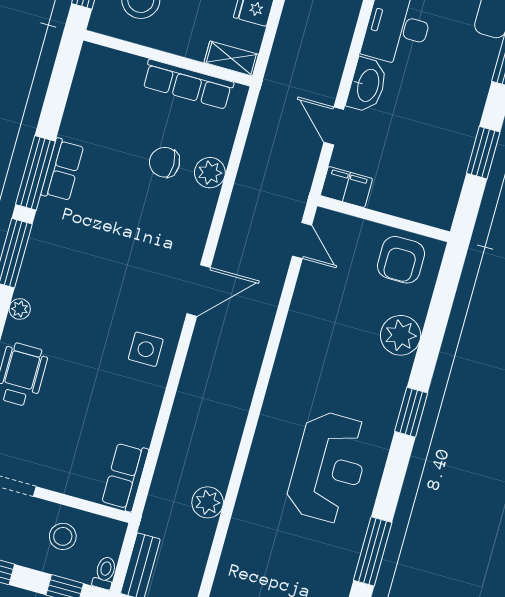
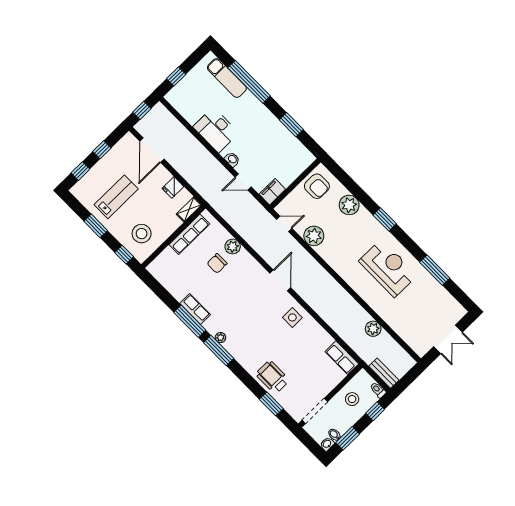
washbasin: (367, 85) -> (232, 159), width x0.52, depth x0.69
plant: (311, 305) -> (314, 236), added
plant: (20, 309) -> (221, 338), moved

